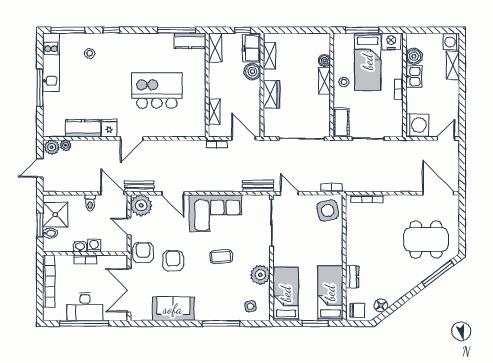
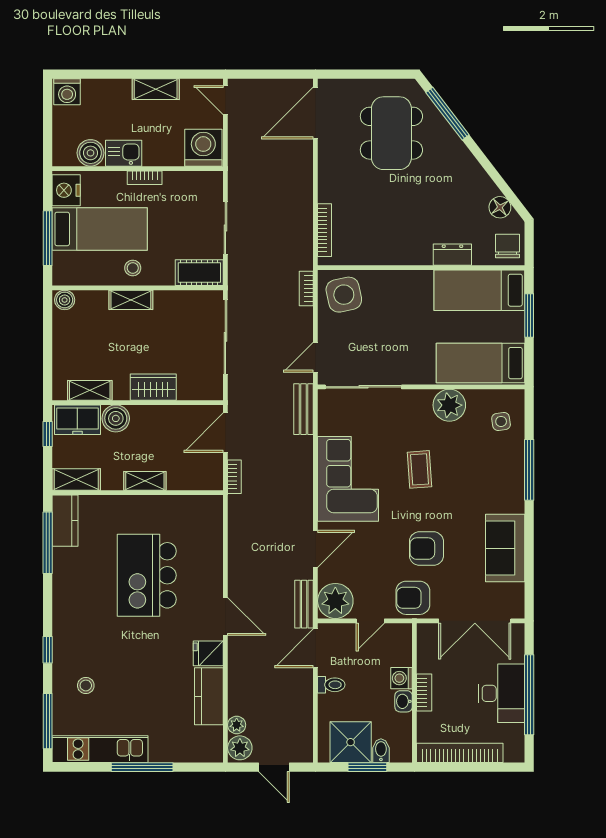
boiler: (324, 60) -> (65, 300), moved
shelving: (453, 65) -> (156, 89), moved
shelving: (214, 112) -> (145, 481), moved

